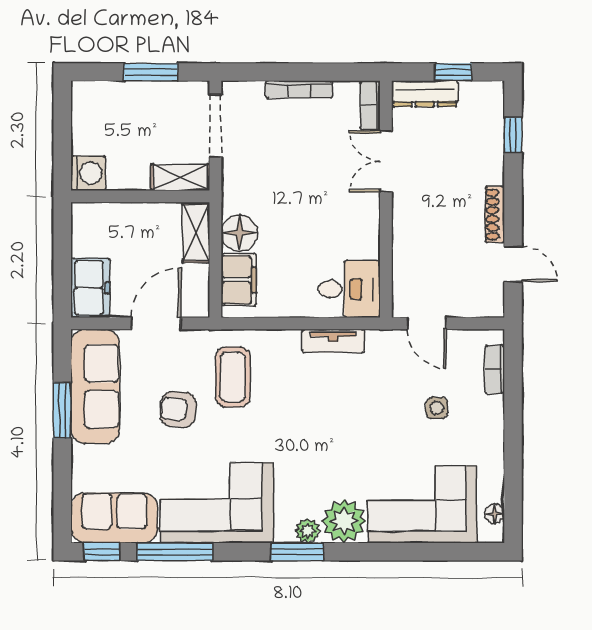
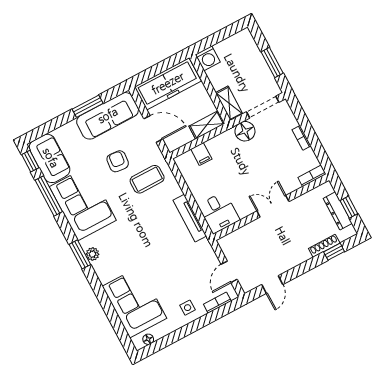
bookcase: (299, 89) -> (301, 138), width x0.64
dresser: (425, 94) -> (338, 211), moved
double door: (386, 161) -> (273, 206), moved
shoe rack: (495, 215) -> (324, 246), moved
floor lamp: (239, 233) -> (245, 131), moved
filing cabinet: (239, 280) -> (201, 154), width x0.50
freezer: (90, 288) -> (168, 84), width x1.91, depth x1.26
door: (427, 323) -> (229, 272), moved
tv unit: (333, 341) -> (190, 218), width x1.41
side table: (437, 408) -> (188, 308), moved
plant: (344, 521) -> (106, 269), removed

